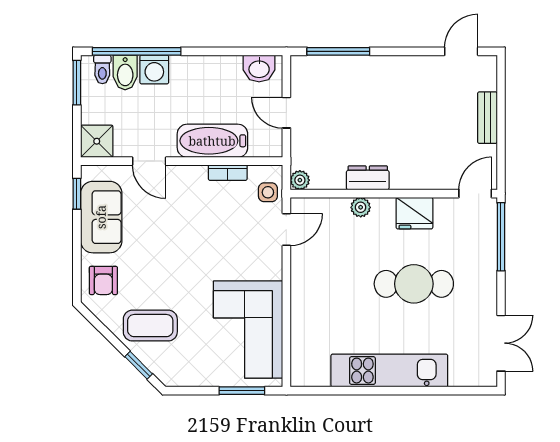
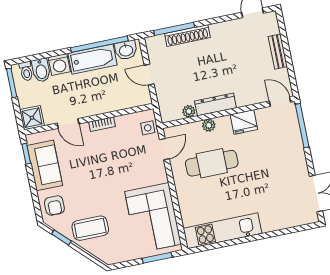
window: (137, 51) -> (99, 44), moved
shoe rack: (356, 66) -> (187, 36), added
bathtub: (212, 141) -> (93, 59), moved, turned 180
bookcase: (228, 173) -> (102, 124), moved
dresser: (368, 178) -> (215, 104), width x1.44
plant: (300, 180) -> (189, 111), moved
door: (475, 194) -> (280, 102), hinge flipped
cafe table: (414, 284) -> (212, 163), moved
window: (139, 365) -> (61, 237), moved
kitchen unit: (389, 371) -> (222, 231), moved

